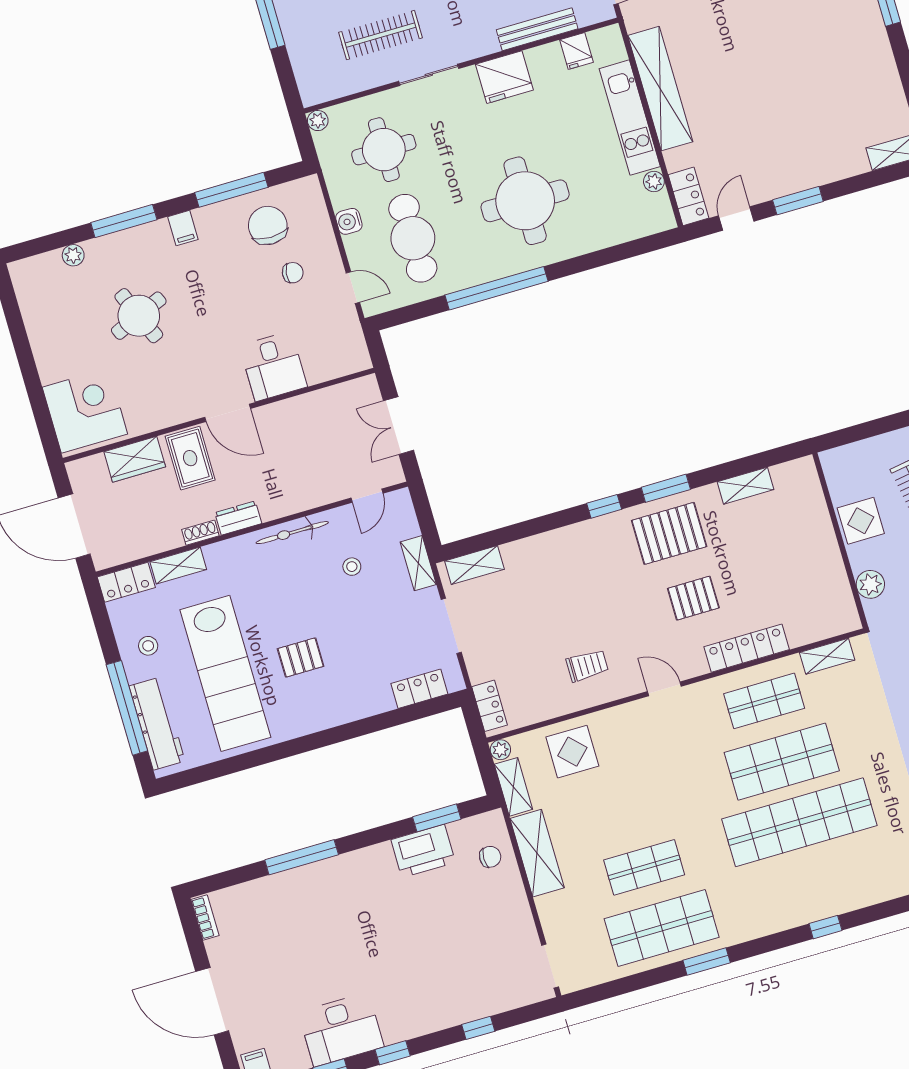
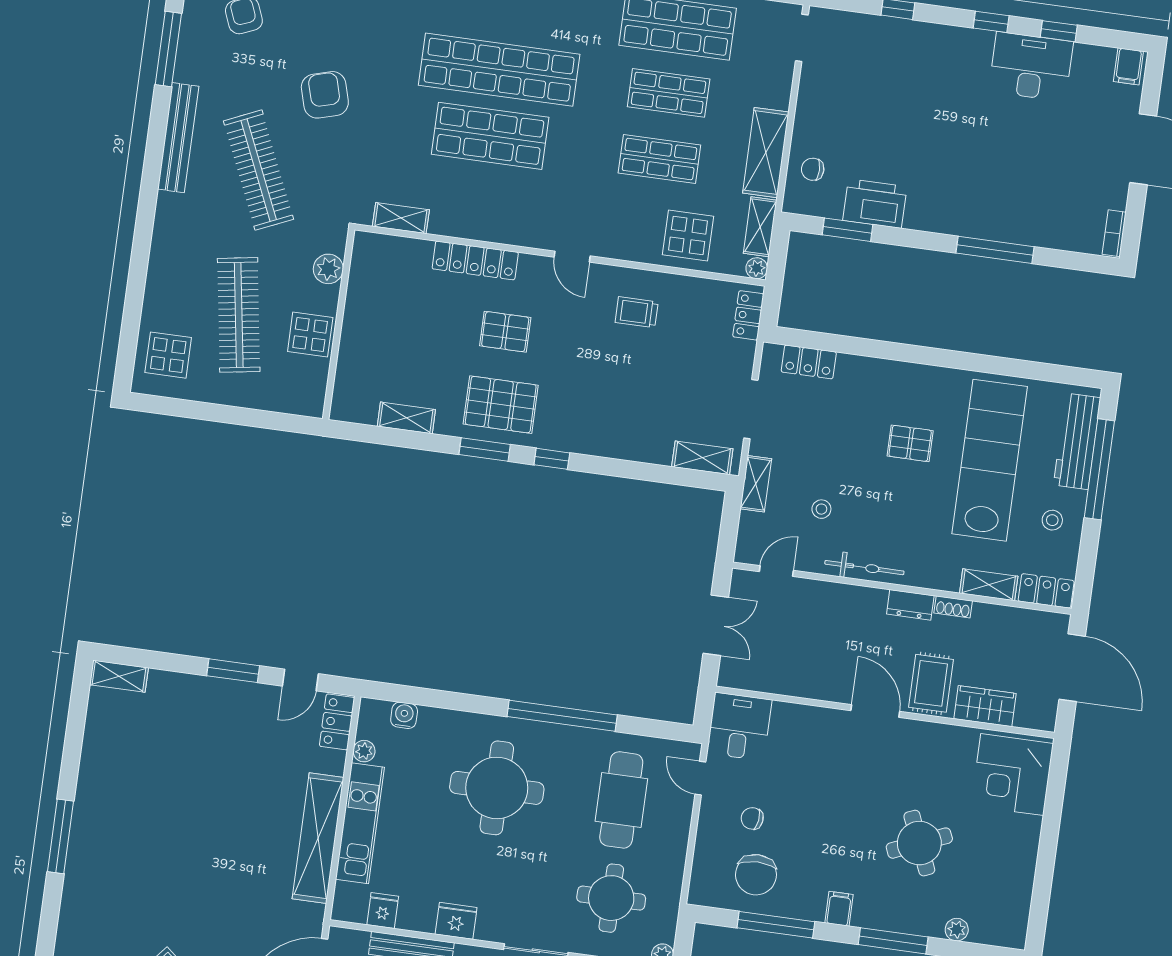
fridge: (504, 77) -> (456, 921), width x0.73, depth x0.75
water cooler: (349, 221) -> (404, 715), moved, turned -90
desk: (273, 366) -> (739, 726), moved
shop shelf: (764, 701) -> (659, 159), moved

